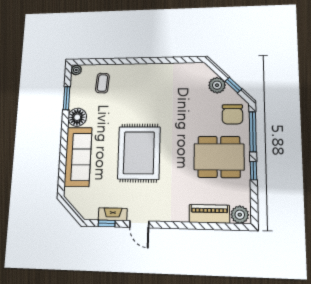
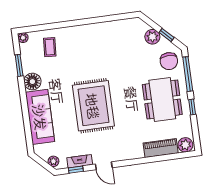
dining table: (219, 157) -> (162, 100), turned 90
plant: (83, 210) -> (53, 161), added

